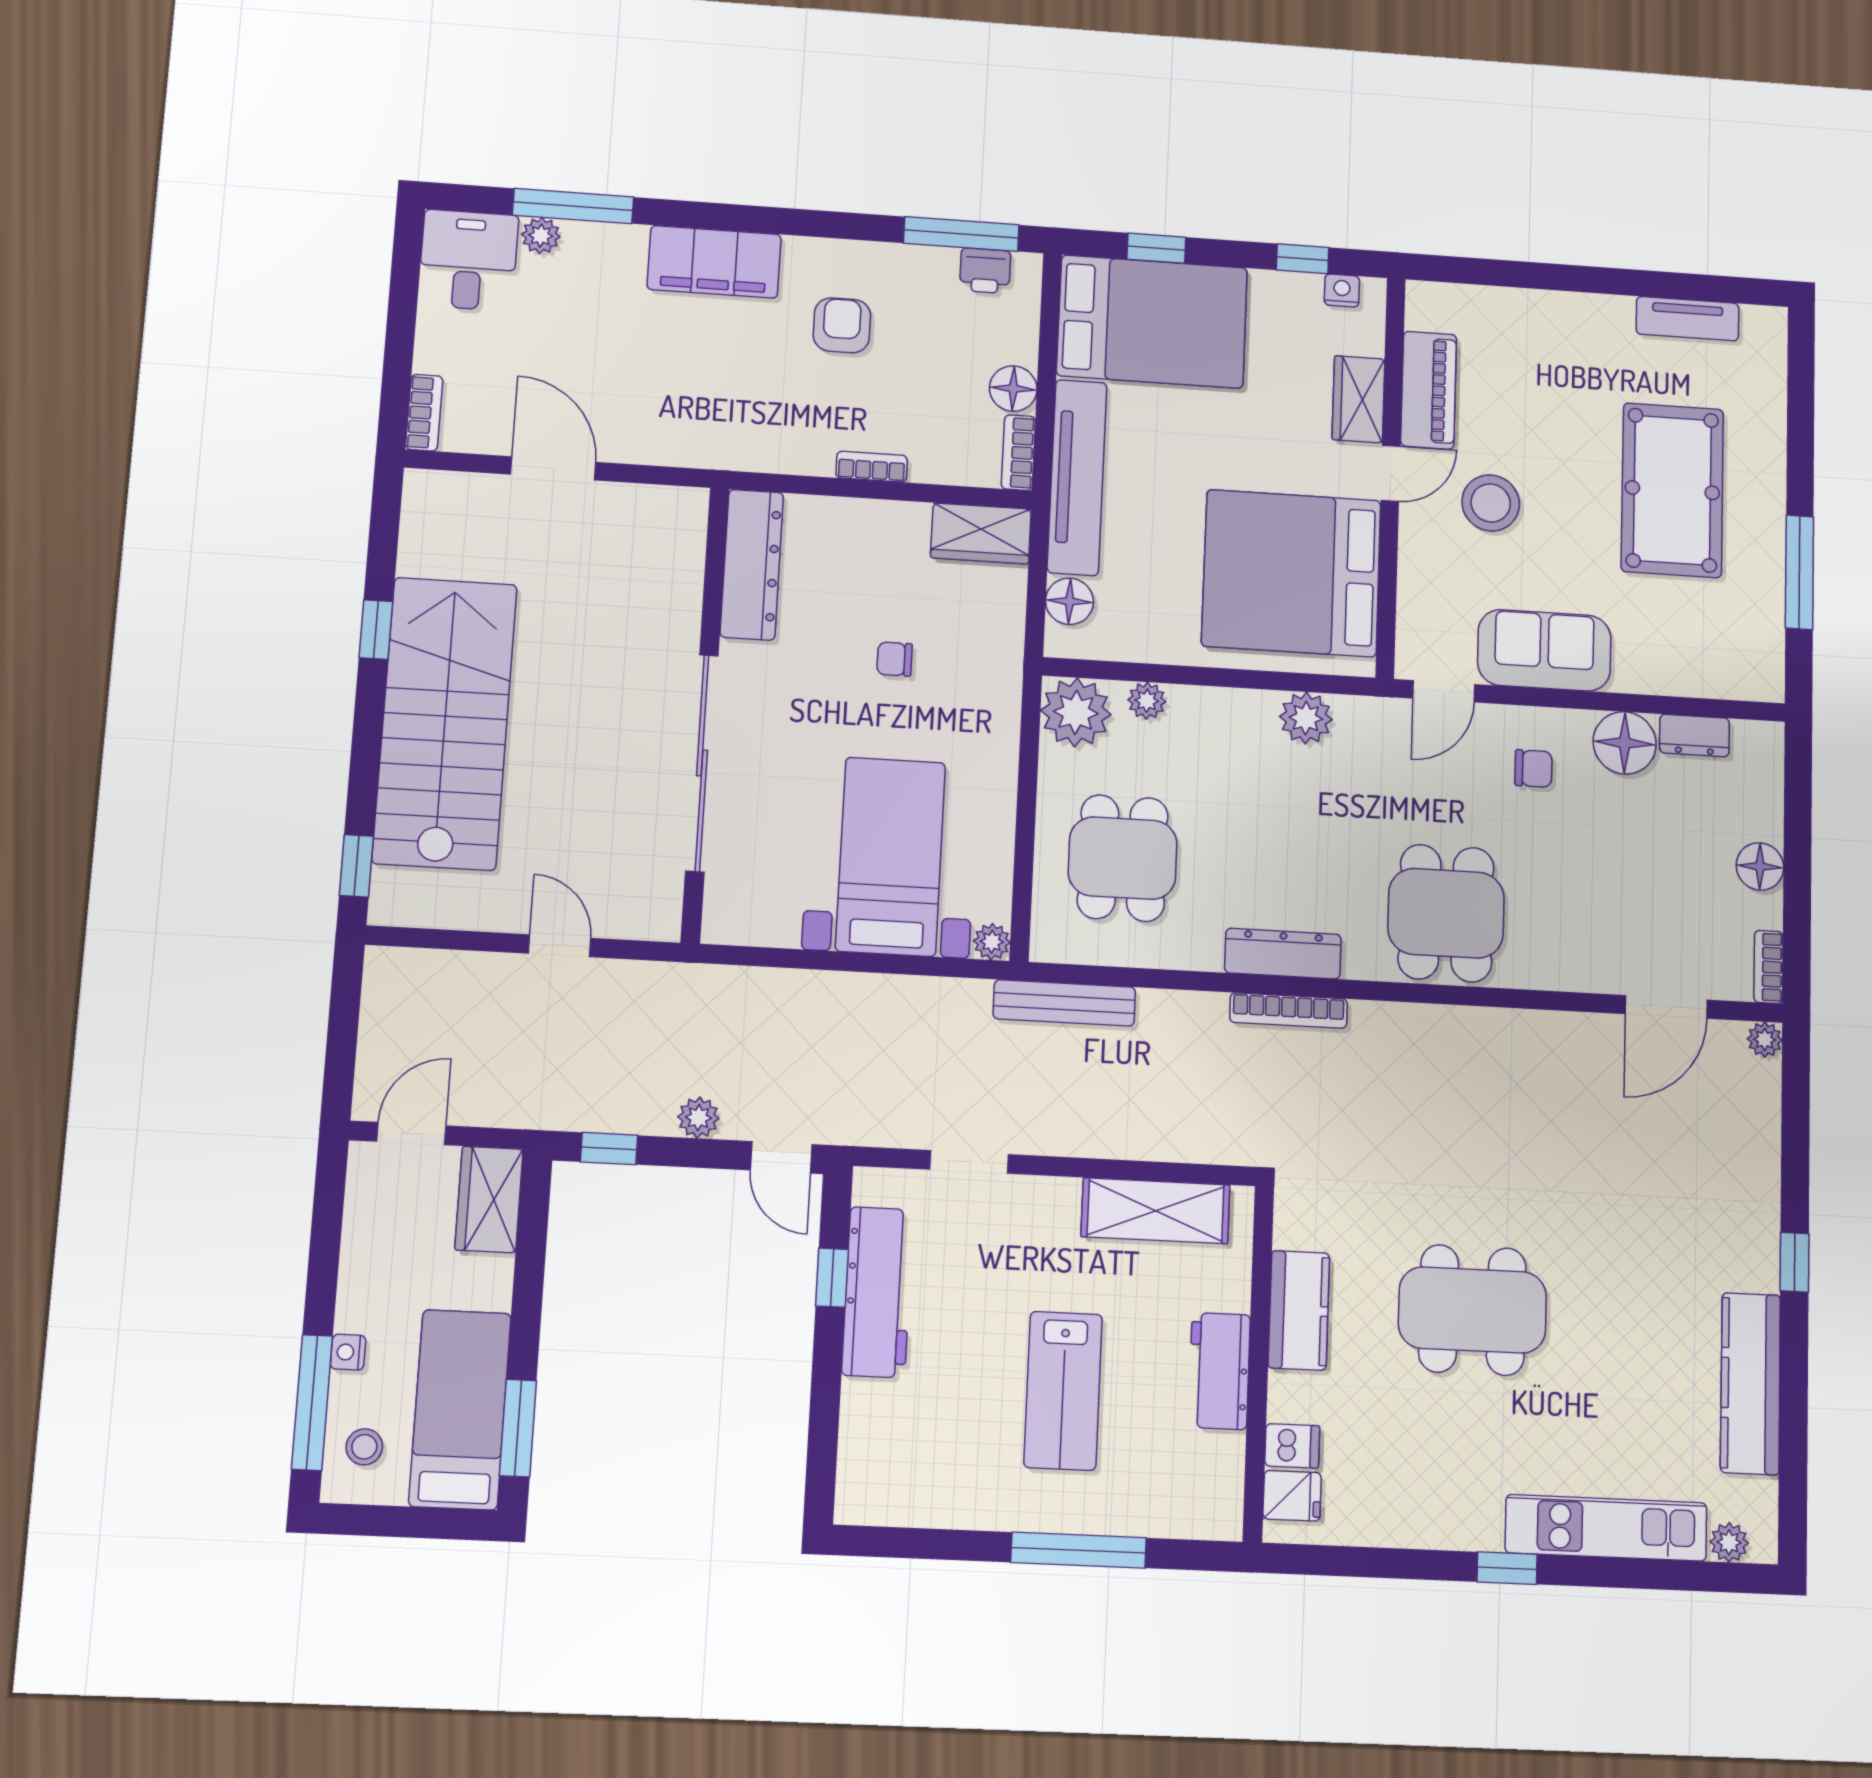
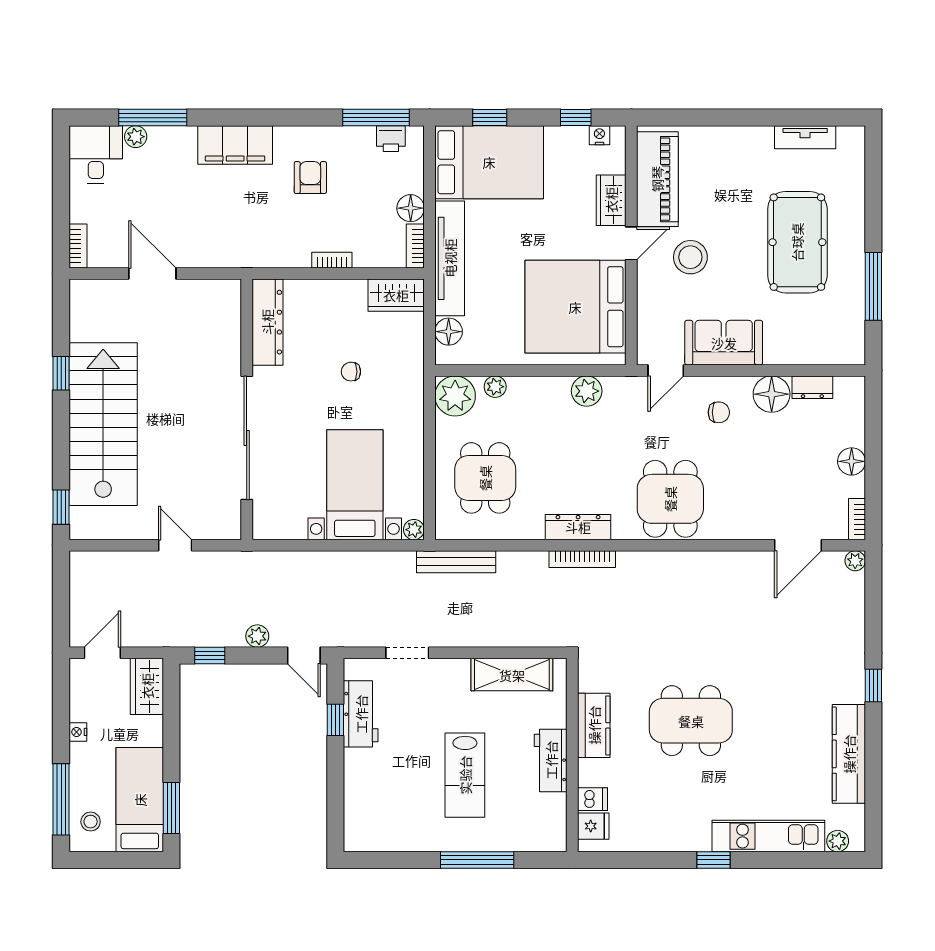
piano: (1429, 390) -> (657, 179), width x1.37, depth x1.33
workbench: (878, 1292) -> (361, 714), width x0.73
nightstand: (348, 1352) -> (78, 732), moved

